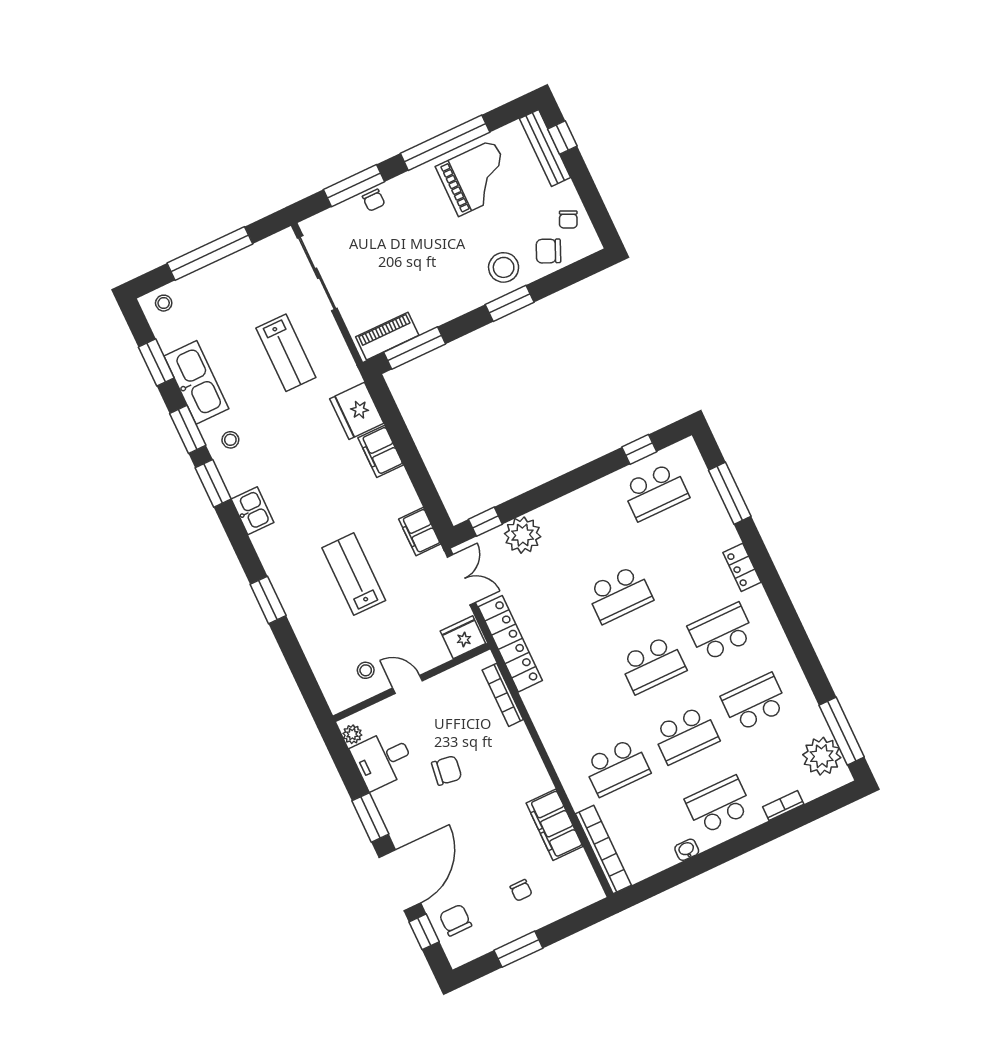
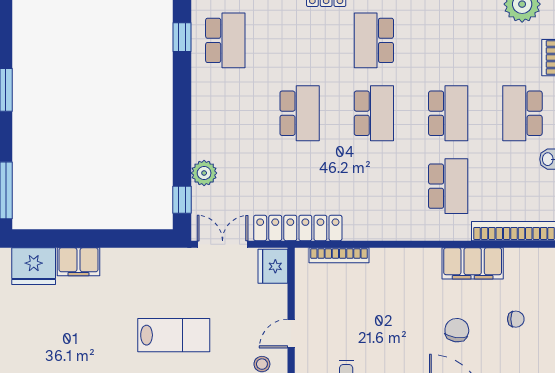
filing cabinet: (420, 532) -> (164, 261), removed
plant: (523, 535) -> (204, 173), width x0.73, depth x0.73
lab bench: (354, 574) -> (174, 335), turned 180
school desk: (755, 702) -> (448, 40), removed
chair: (447, 770) -> (457, 330), moved

